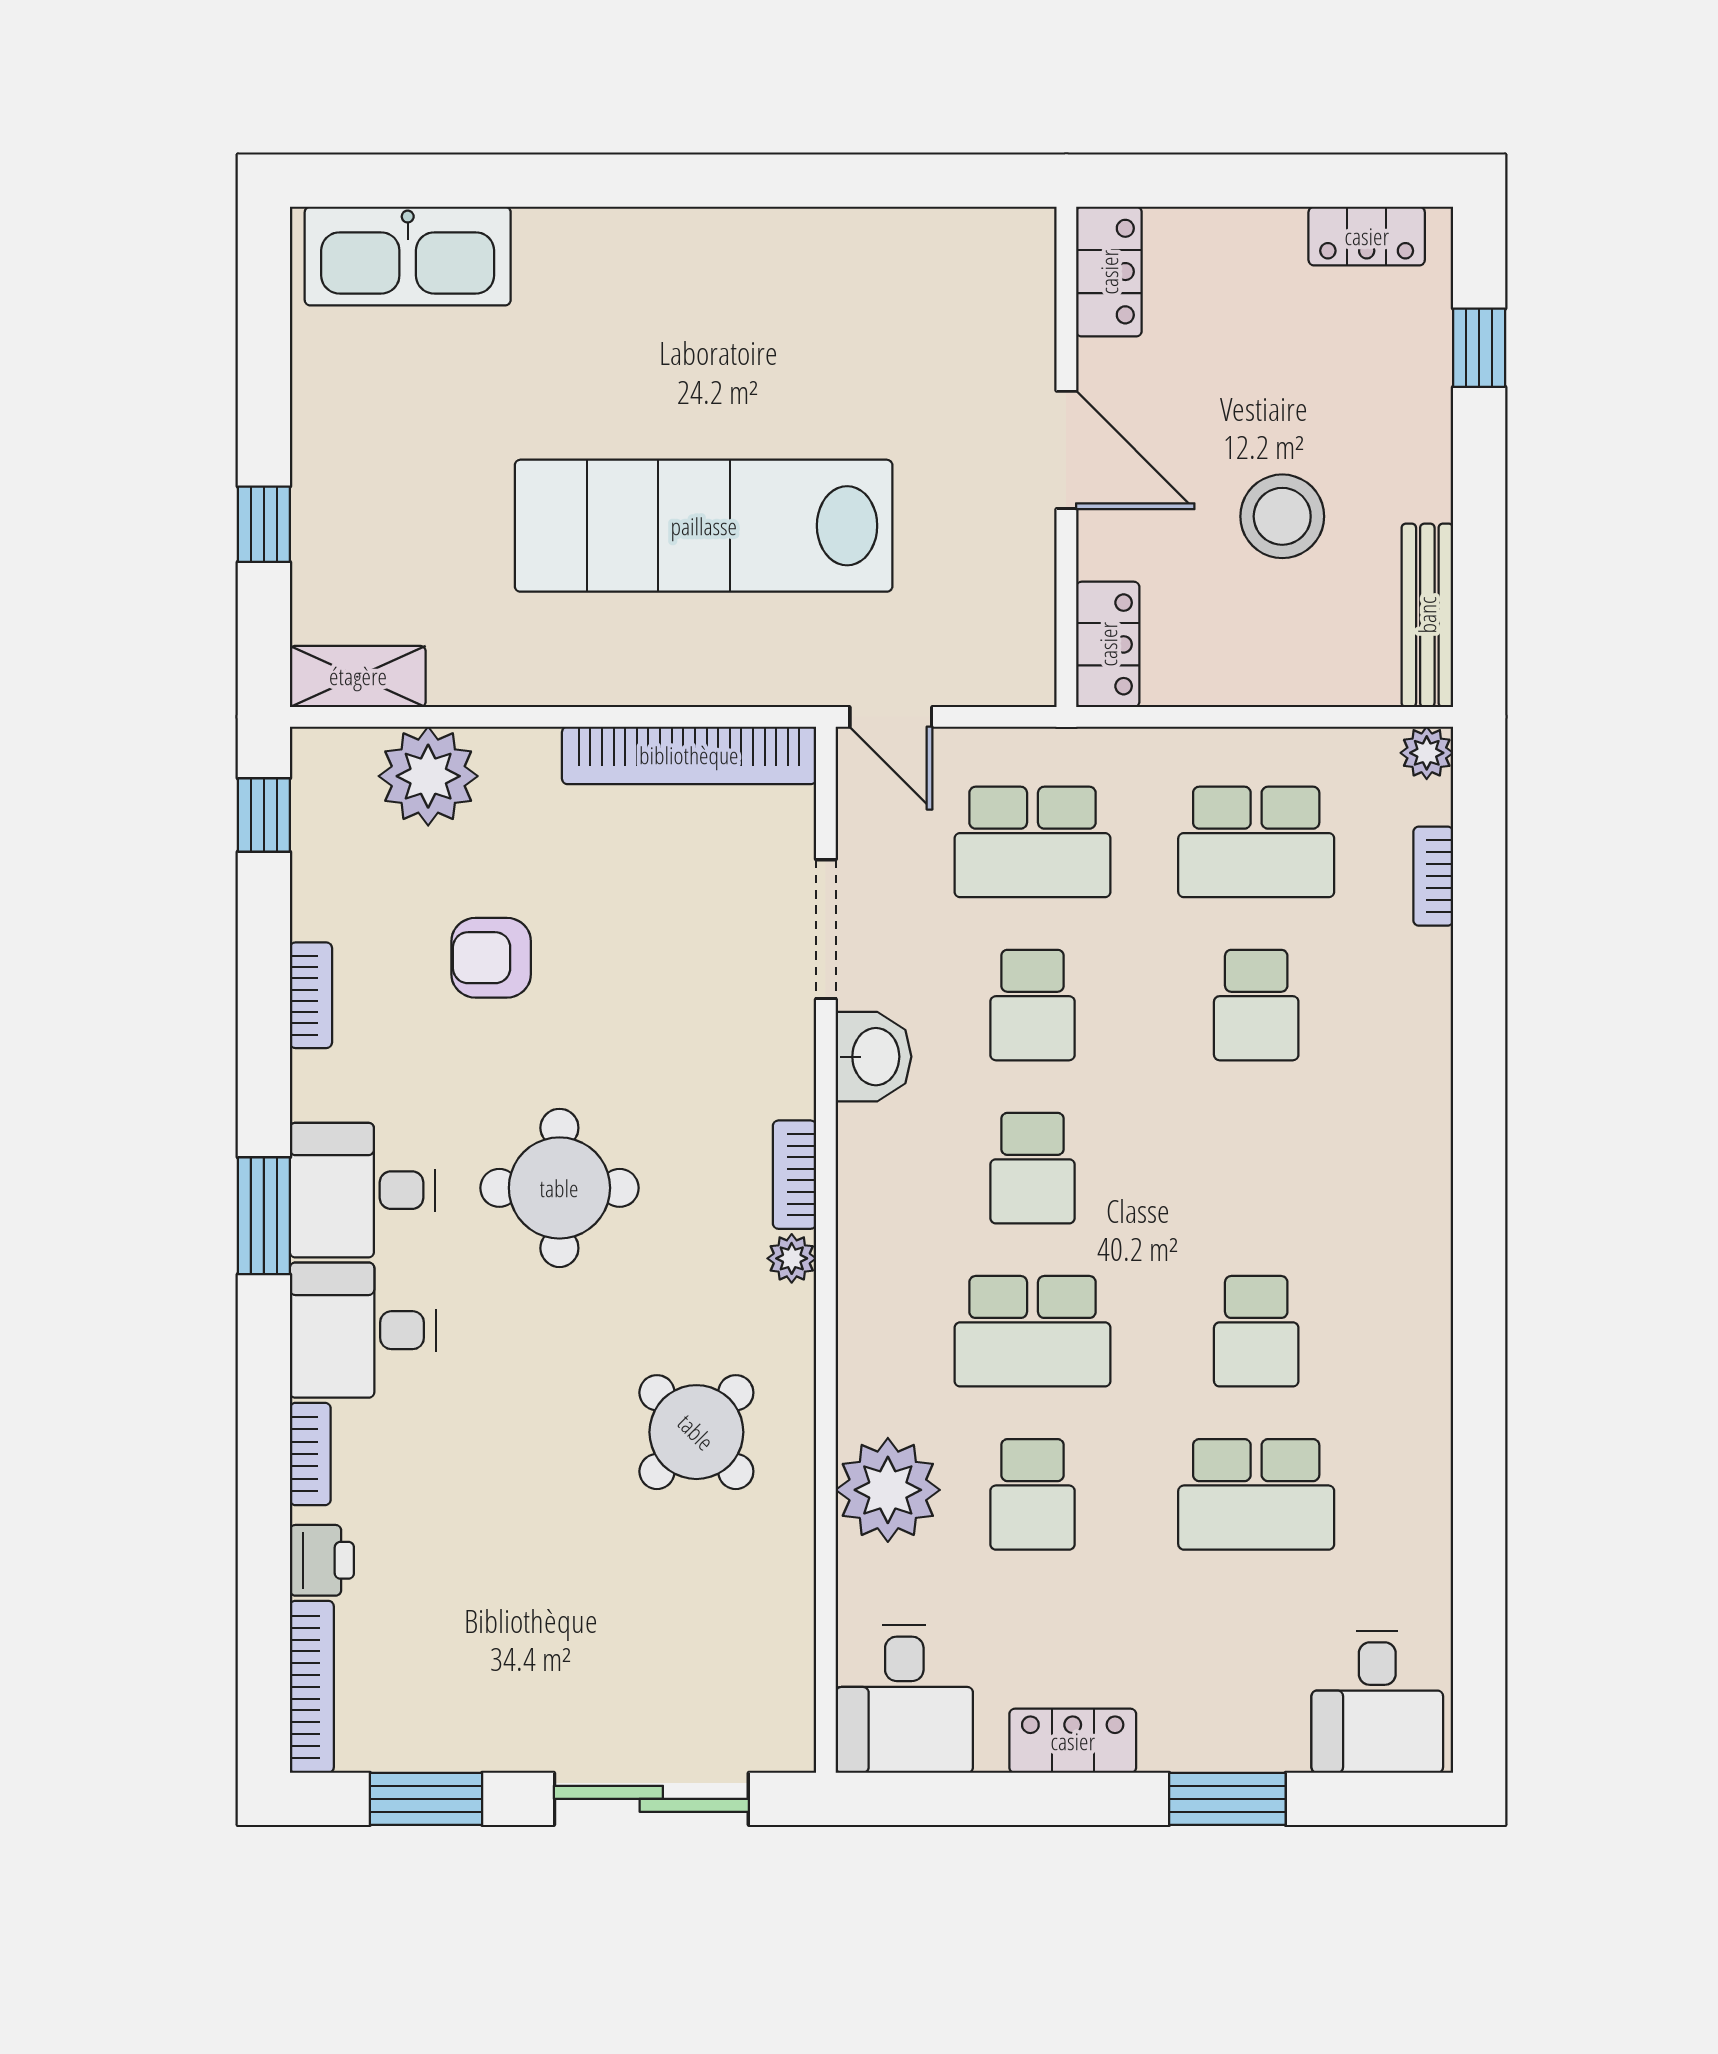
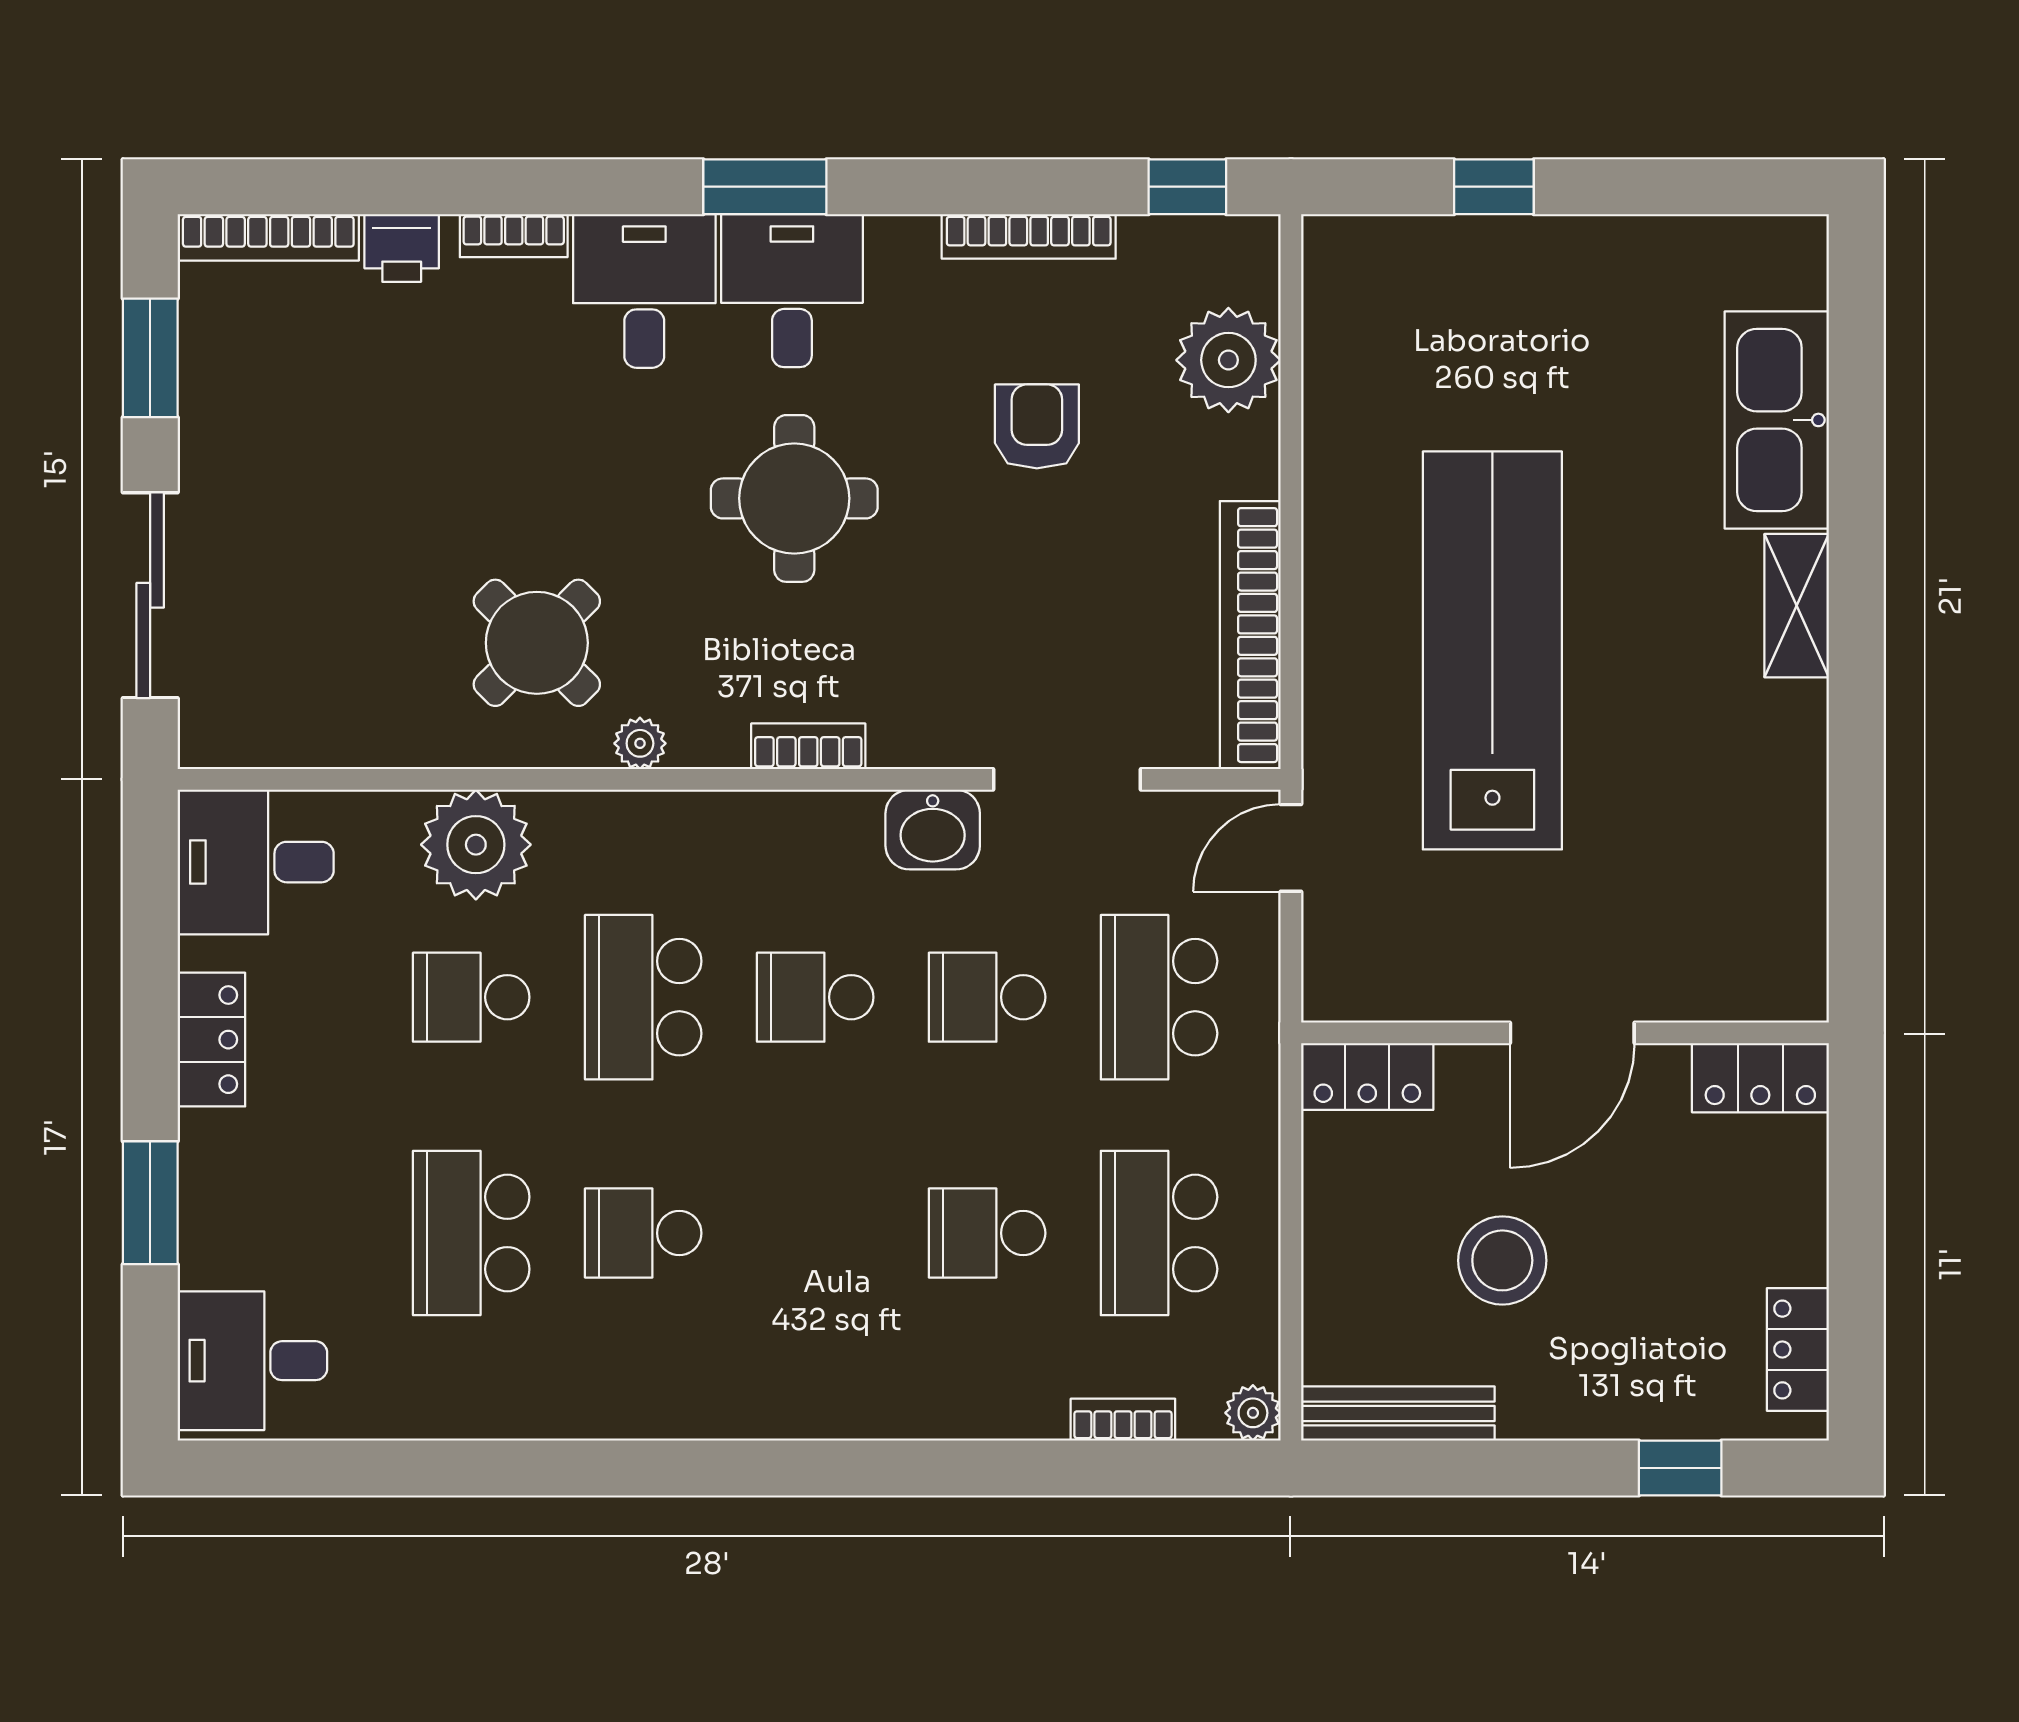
kitchen sink: (408, 256) -> (1777, 420), moved
shelving: (358, 676) -> (1797, 606), moved
bookcase: (311, 995) -> (1029, 236), width x1.56
plant: (792, 1258) -> (640, 743), moved

